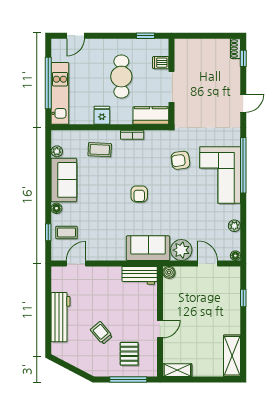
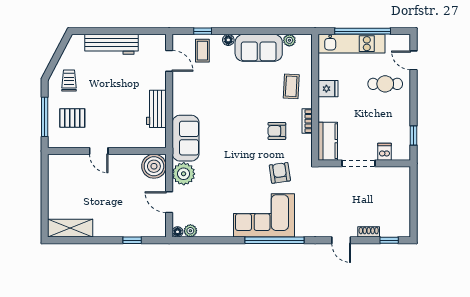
shoe rack: (235, 49) -> (369, 232), moved
cafe table: (121, 77) -> (385, 84), moved, width x0.73, depth x0.74
armchair: (139, 194) -> (277, 131), moved
plant: (234, 226) -> (190, 231), moved
door: (208, 263) -> (169, 202), swing flipped
boiler: (169, 272) -> (154, 166), width x1.86, depth x1.86
workbench: (140, 275) -> (156, 109), moved
trolley: (101, 333) -> (69, 80), moved, turned -50
shelving: (177, 370) -> (55, 170), removed

